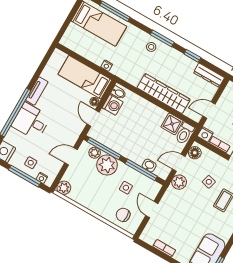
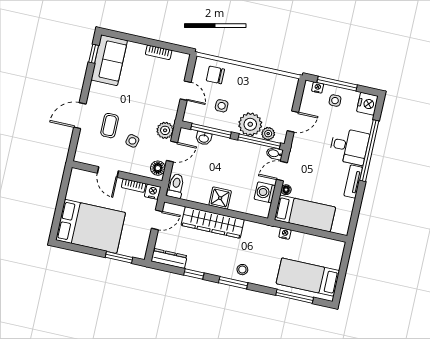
bidet: (119, 93) -> (275, 153), moved
door: (93, 118) -> (282, 171), swing flipped
shower: (172, 124) -> (220, 198), moved
plant: (64, 188) -> (290, 84), removed
chair: (123, 215) -> (215, 75), turned 180

